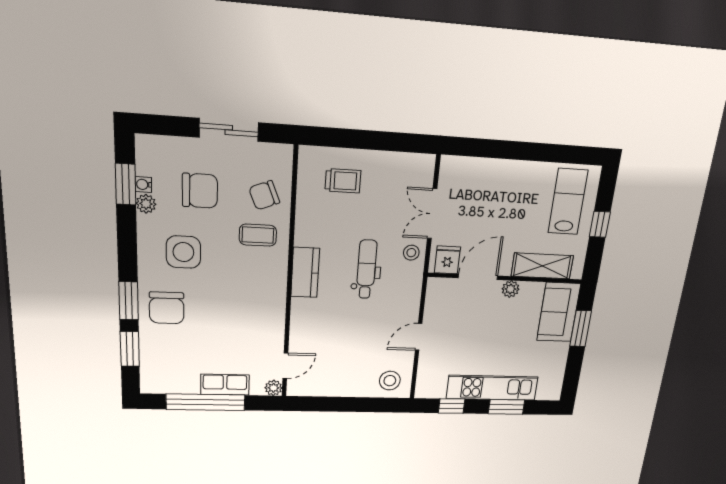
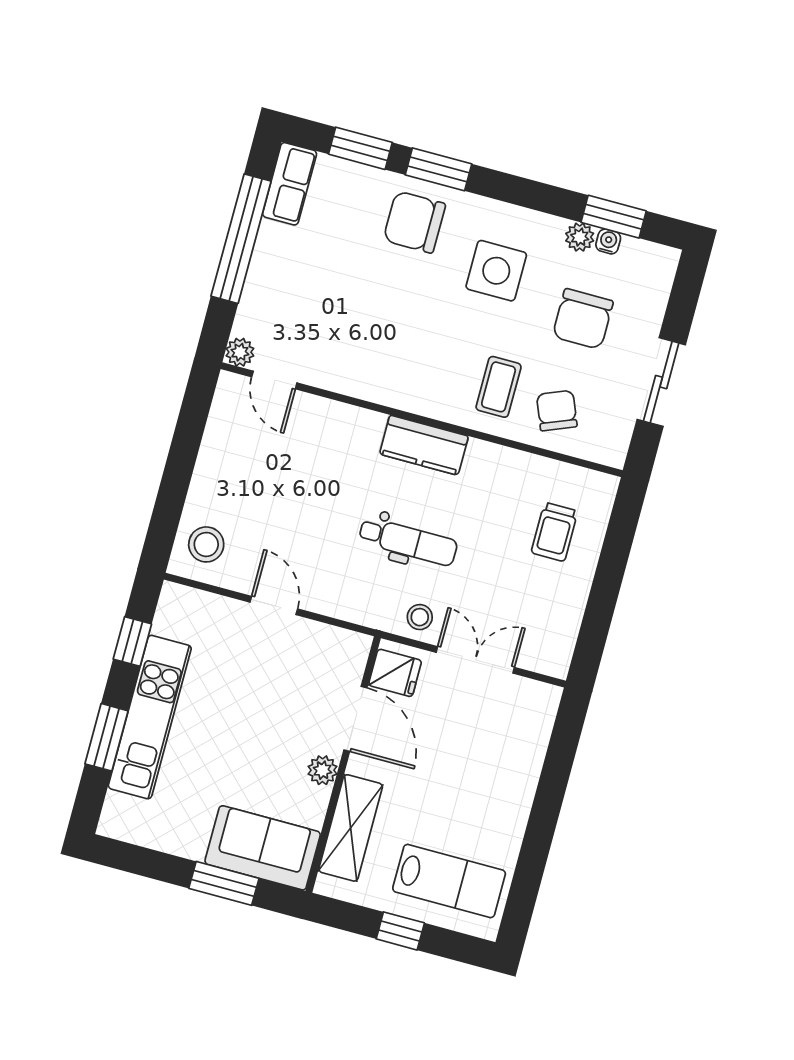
row of seats: (225, 385) -> (290, 184), moved

